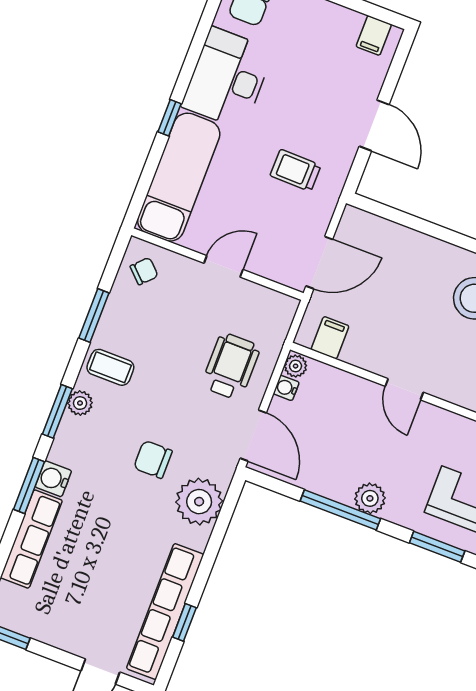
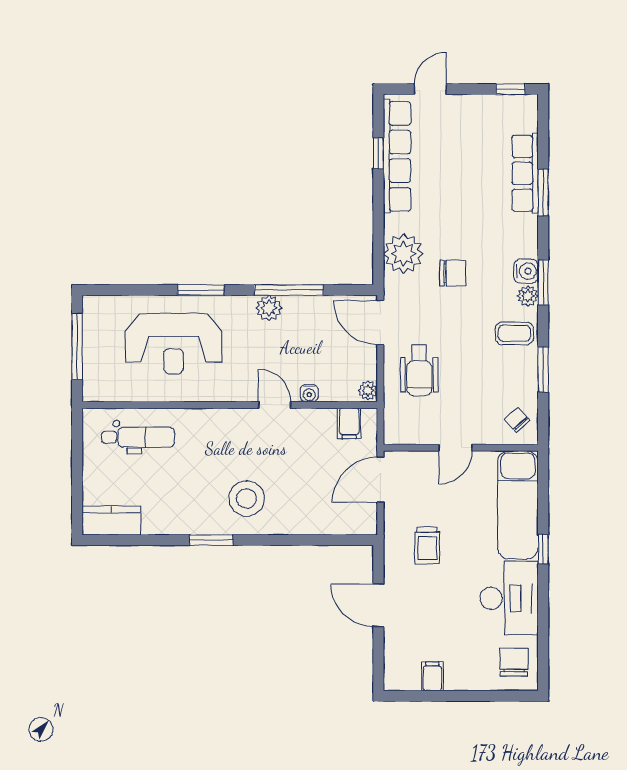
filing cabinet: (374, 35) -> (432, 676), moved
trolley: (296, 170) -> (427, 546), turned 89
chair: (144, 271) -> (517, 420), turned 94
water cooler: (286, 388) -> (309, 393), moved, turned 90
water cooler: (53, 479) -> (526, 271), moved
window: (29, 485) -> (543, 192), moved

